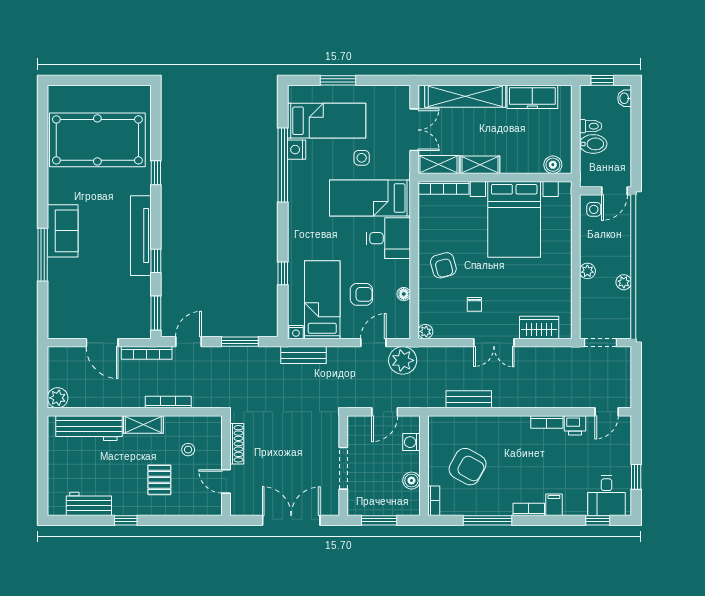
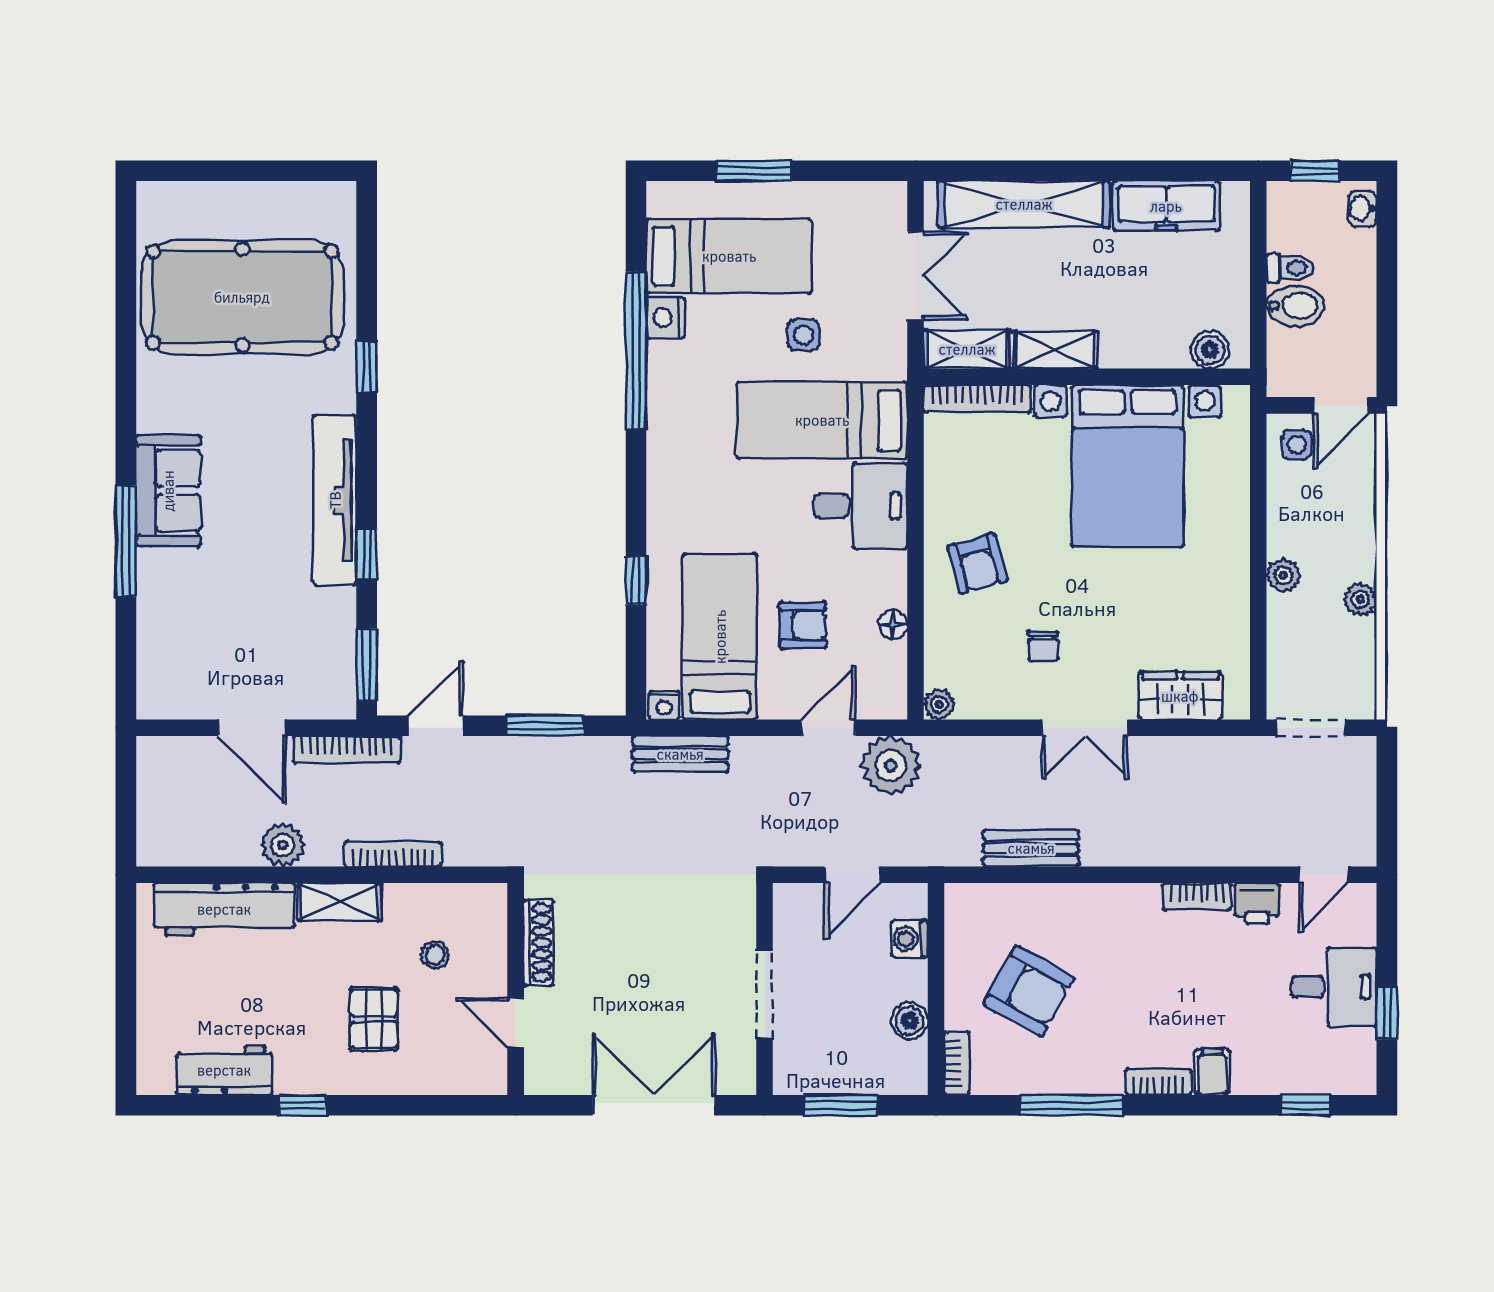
plant: (58, 398) -> (283, 845), moved
desk: (606, 496) -> (1334, 987), moved, turned -90

